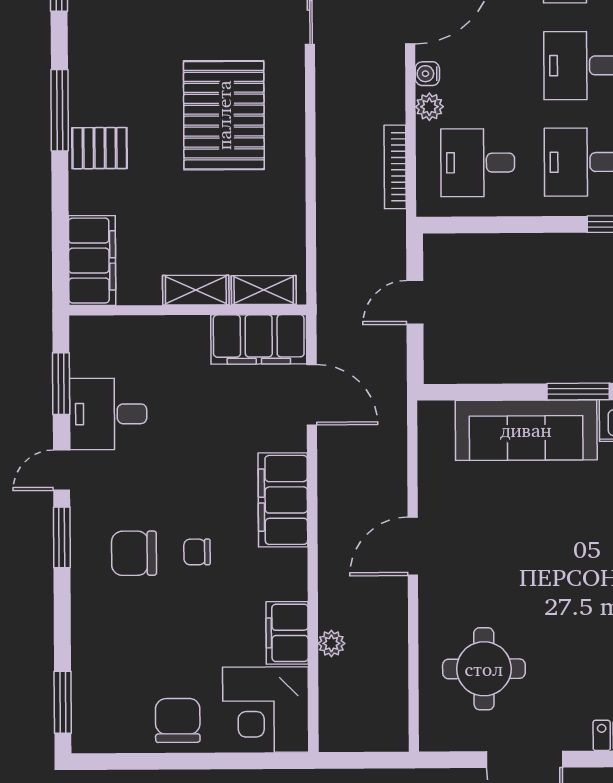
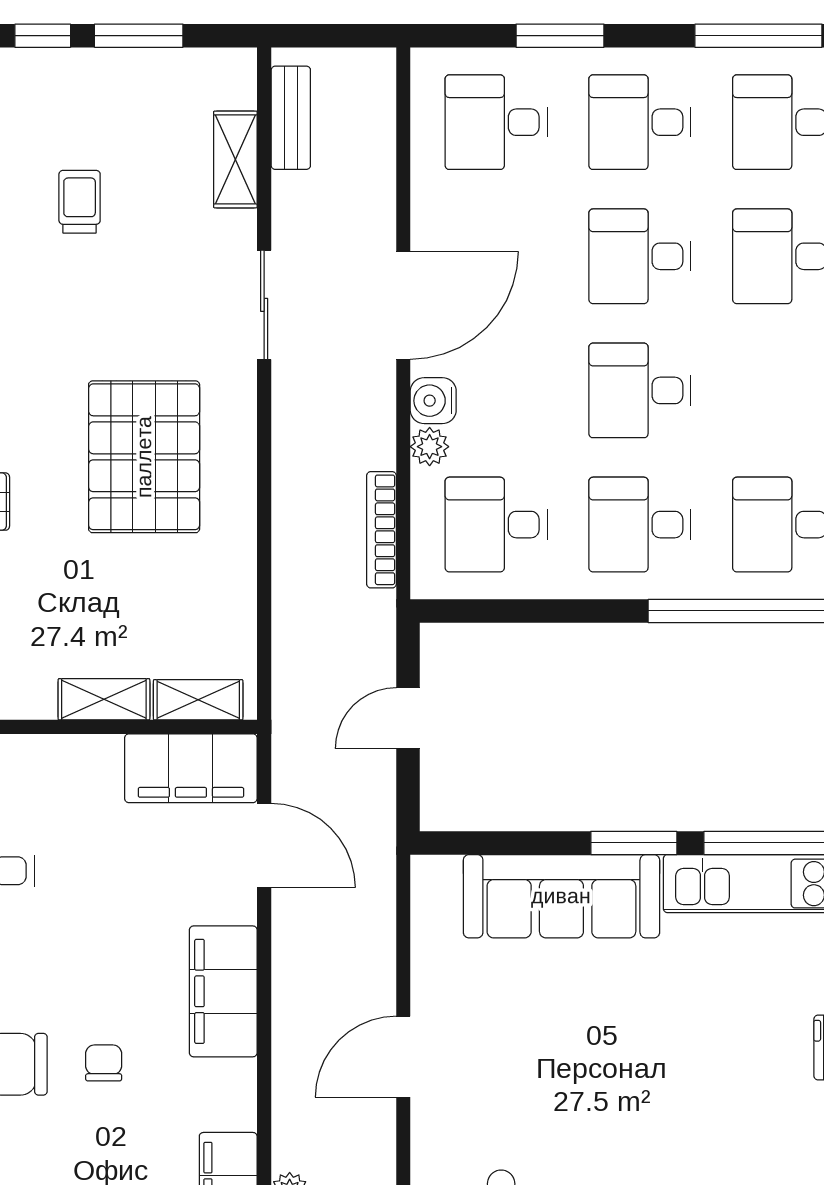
water cooler: (427, 74) -> (433, 401), width x1.38, depth x1.38
chair: (197, 552) -> (104, 1063), turned 90

